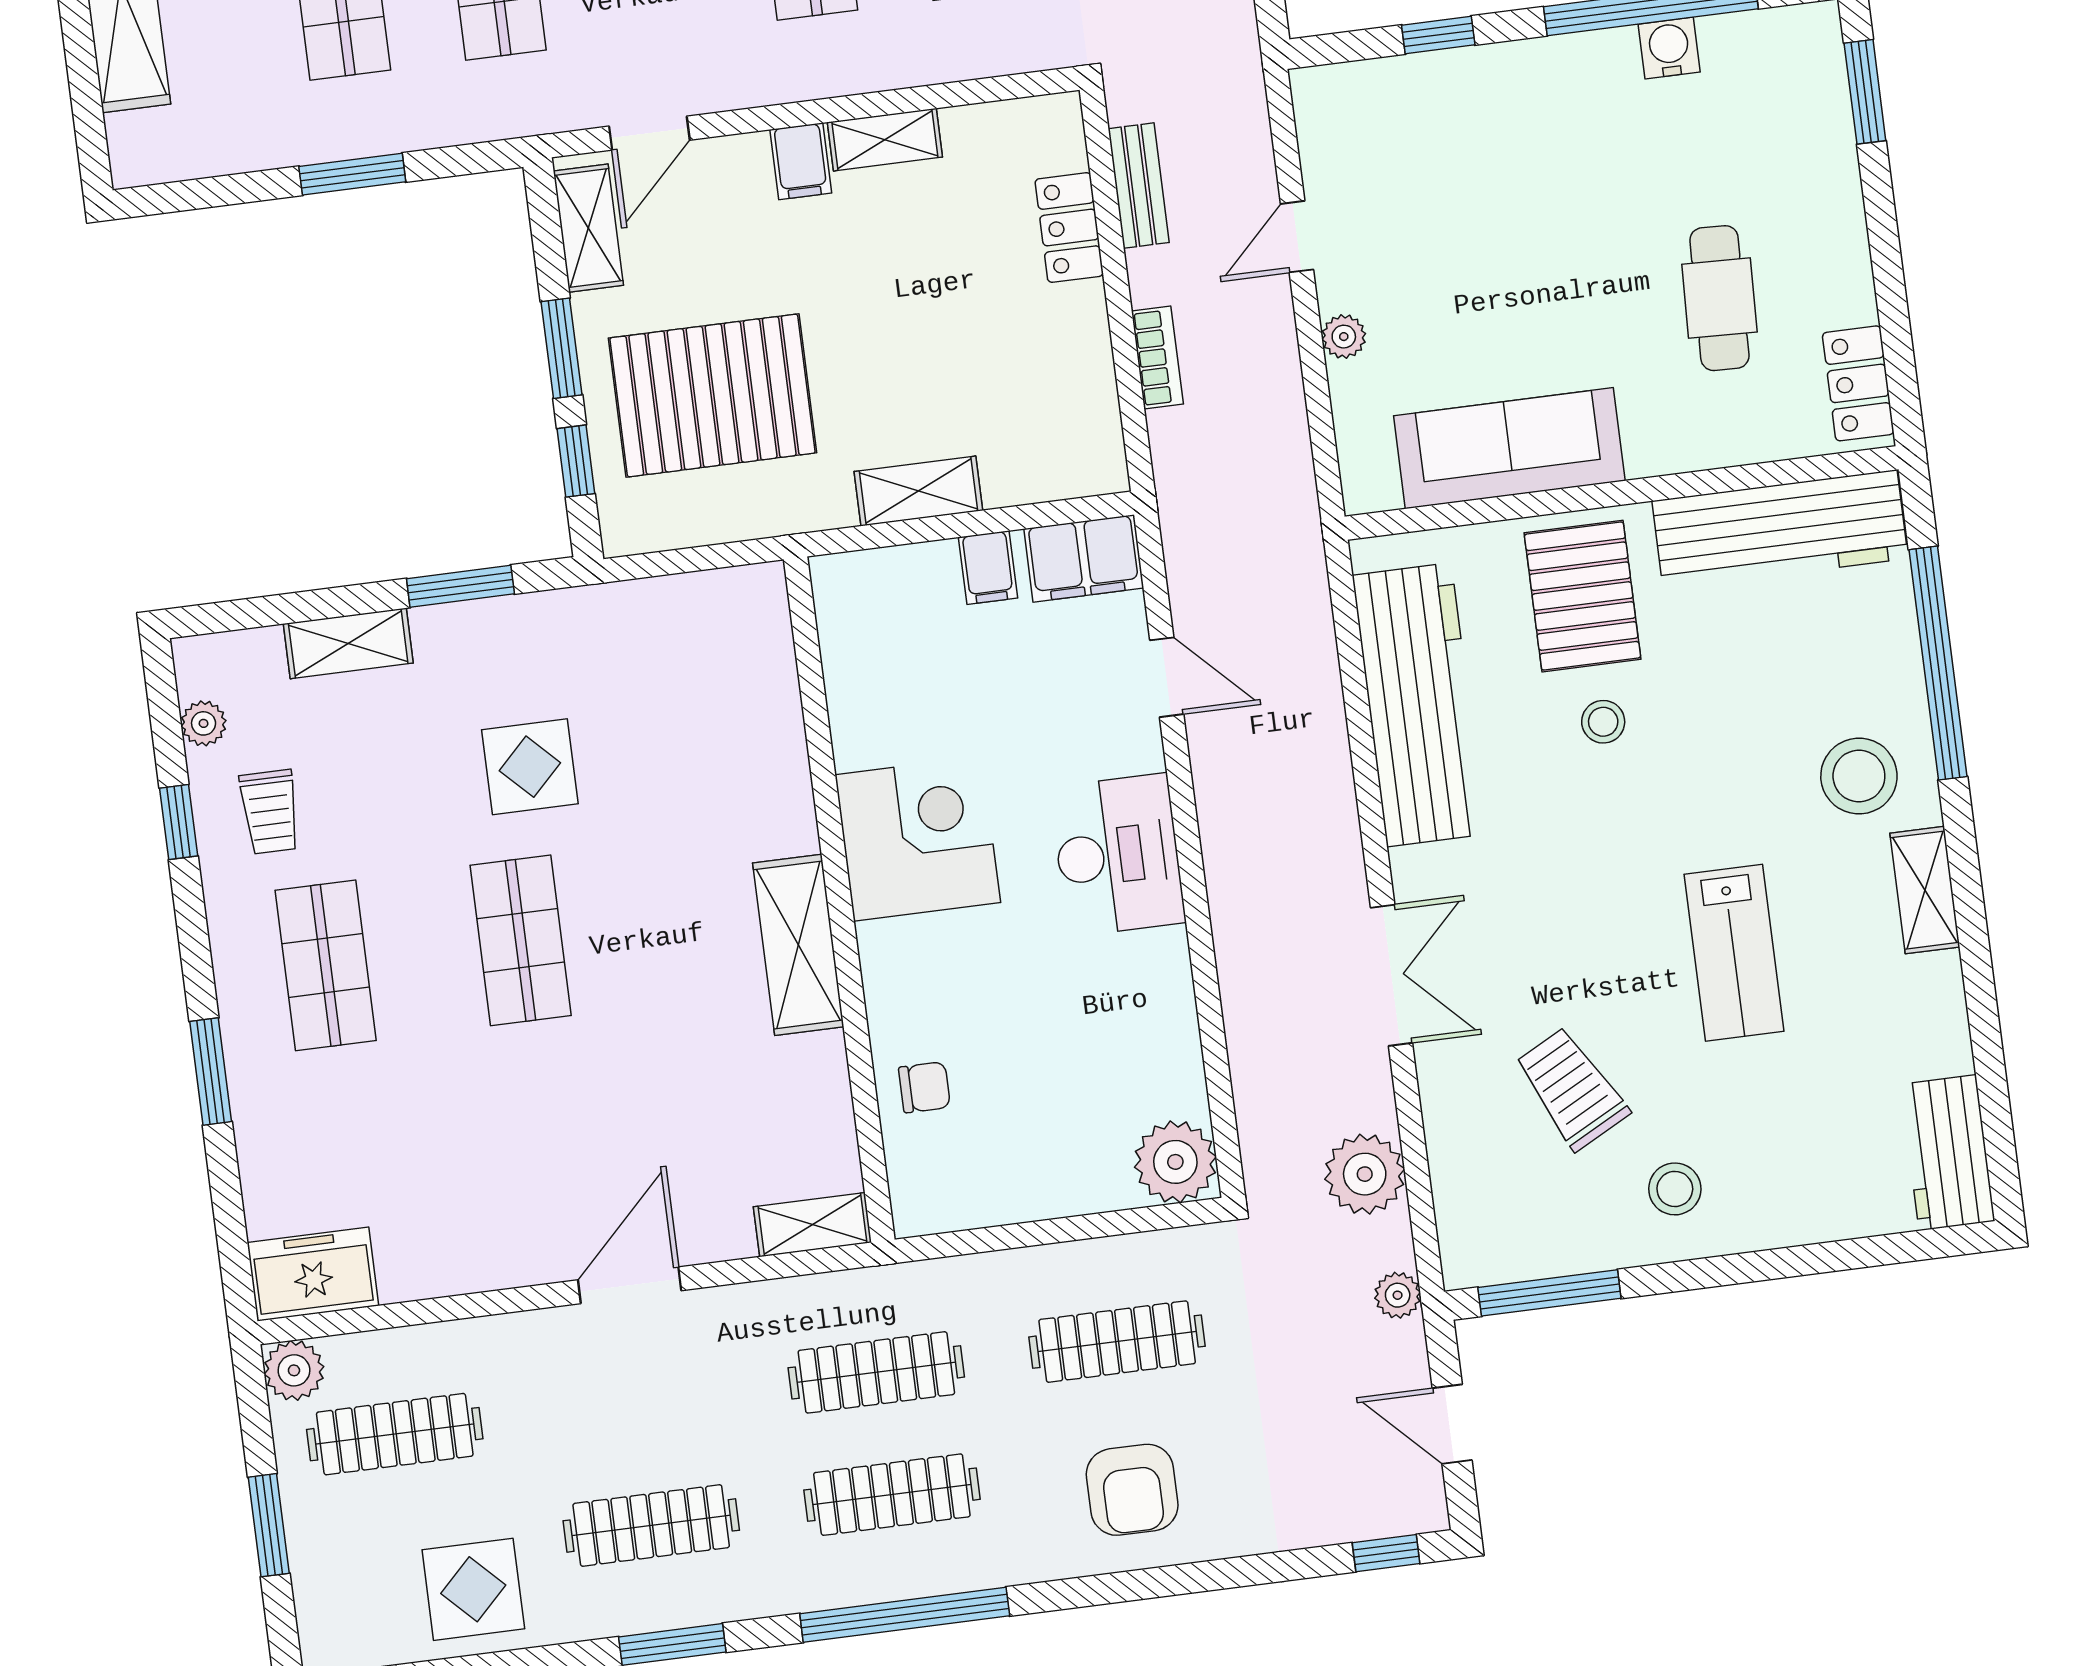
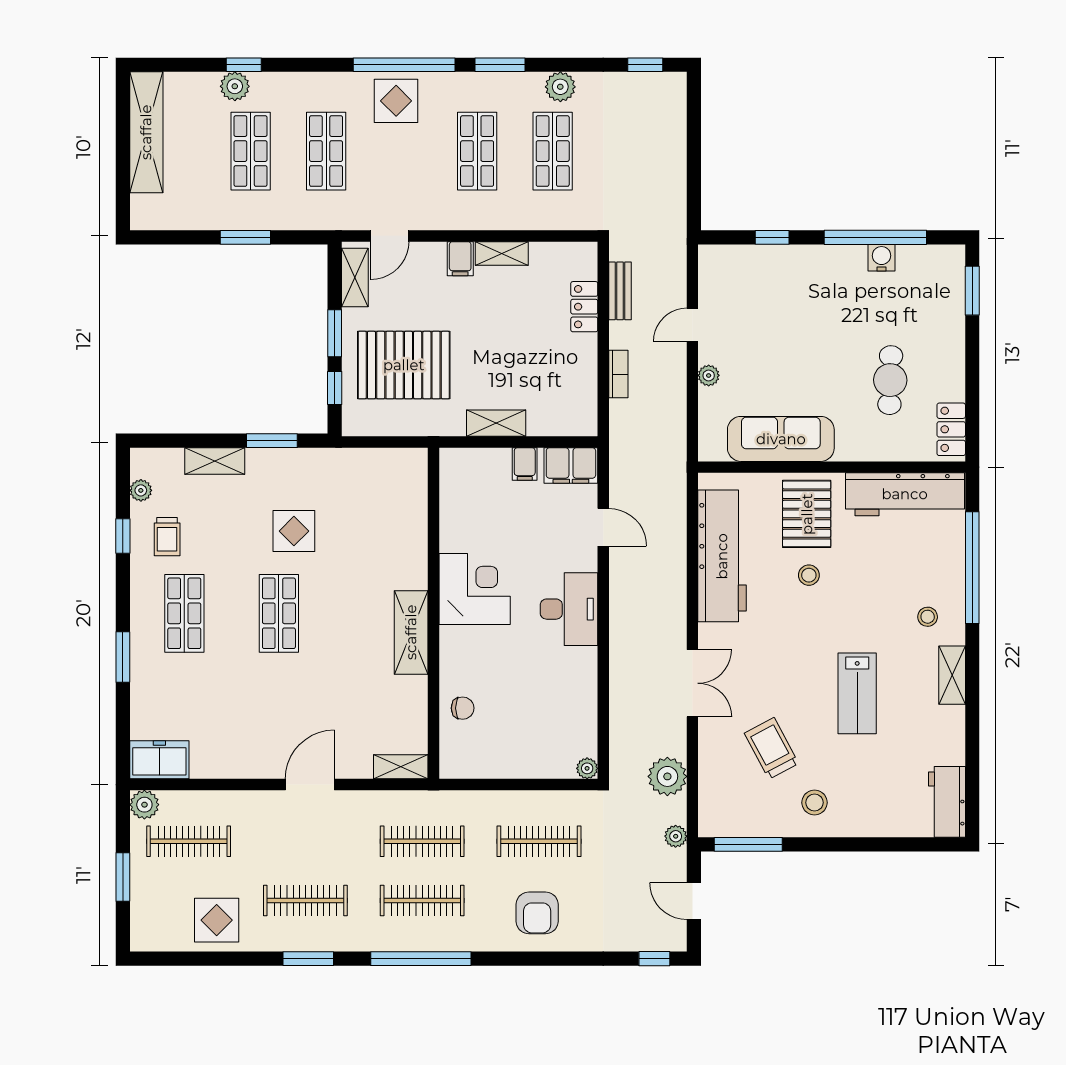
stool: (1859, 776) -> (928, 617), width x0.53, depth x0.53
plant: (1175, 1162) -> (587, 768), width x0.53, depth x0.53

